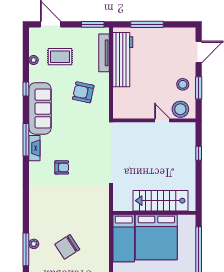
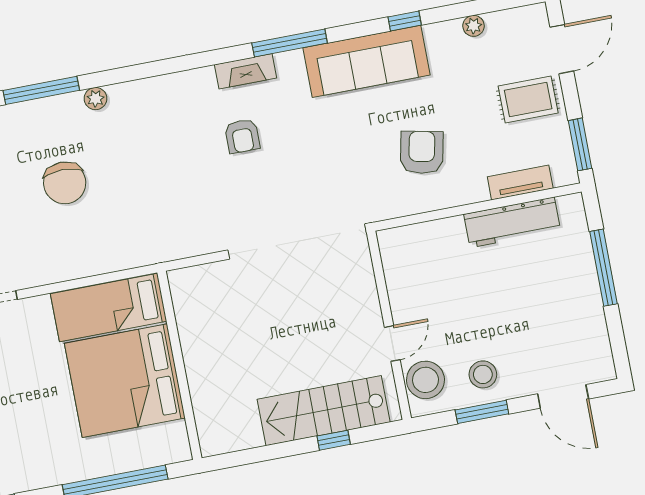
tv unit: (104, 53) -> (520, 183), width x0.71
rug: (60, 57) -> (528, 99), moved, turned 90
workbench: (123, 60) -> (512, 222), width x0.73, depth x0.76
fireplace: (34, 148) -> (246, 71), moved
stairs: (160, 201) -> (324, 411), moved, turned -90
plant: (34, 244) -> (96, 99), moved
chair: (67, 247) -> (65, 183), turned -147

